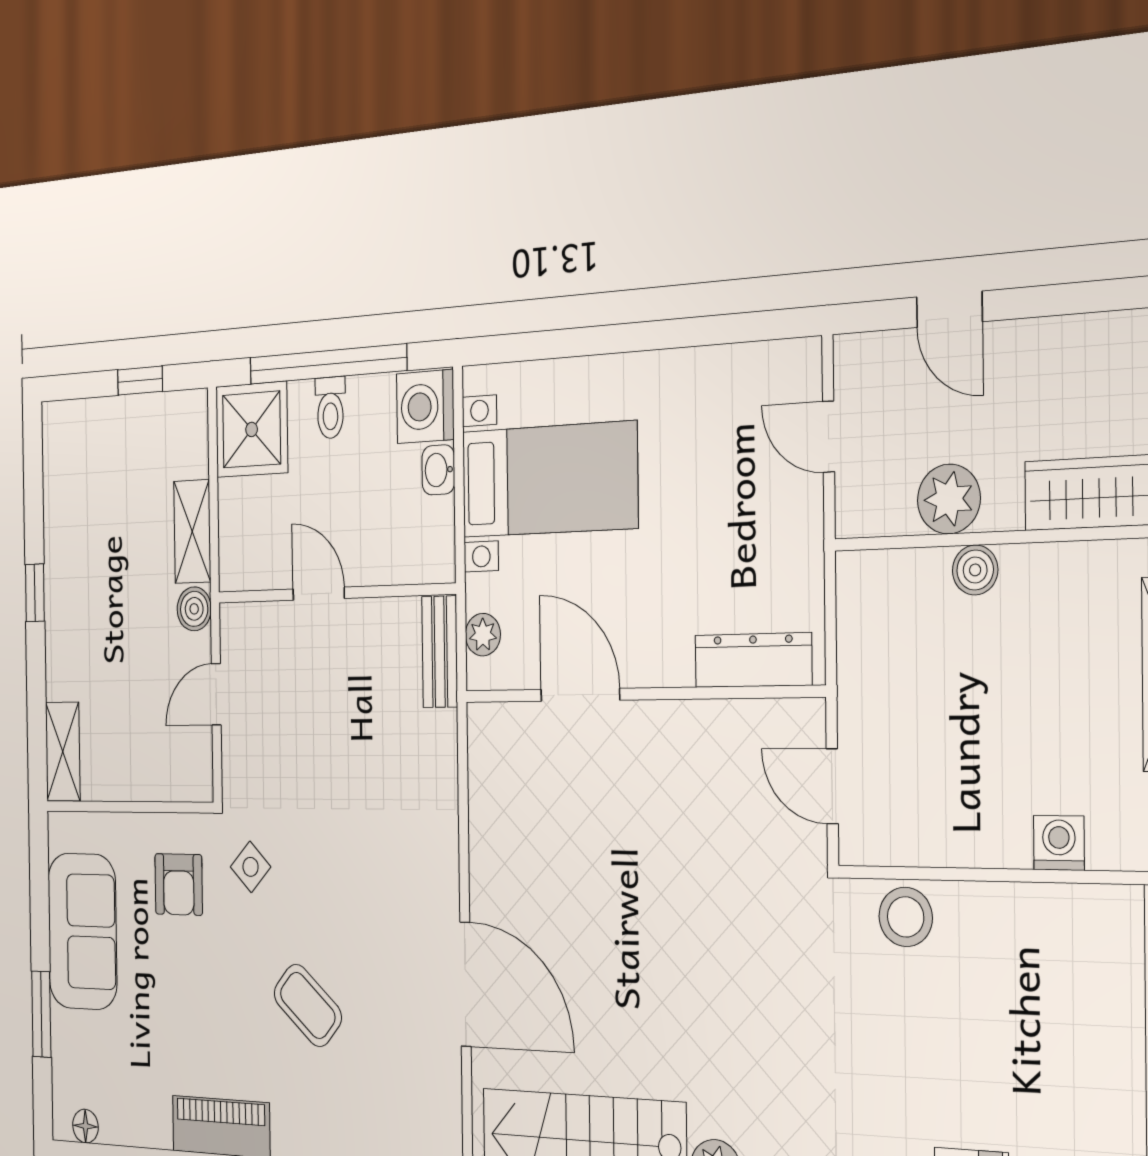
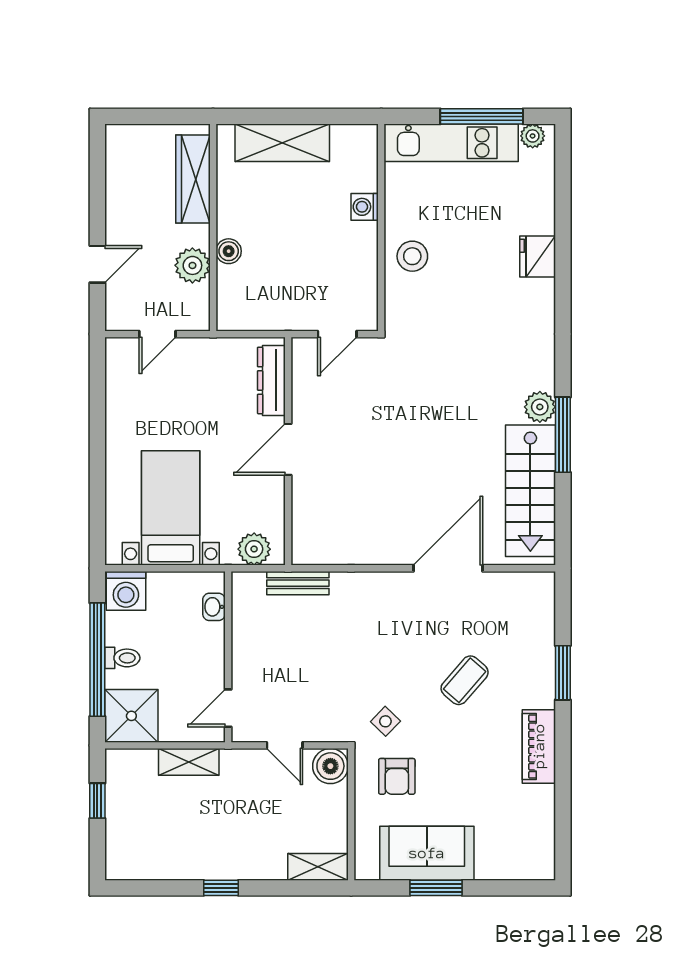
washbasin: (438, 470) -> (214, 607), moved, turned 90
door: (319, 594) -> (228, 708), moved
boiler: (194, 609) -> (330, 766), moved, width x1.36, depth x1.36
plant: (483, 635) -> (254, 549), width x1.38, depth x1.38
bench: (440, 652) -> (298, 583), moved
door: (580, 695) -> (288, 449), moved
armchair: (179, 884) -> (397, 776), turned 90
stool: (906, 917) -> (412, 256), moved
window: (41, 1014) -> (436, 888), moved
floor lamp: (85, 1126) -> (545, 853), removed

